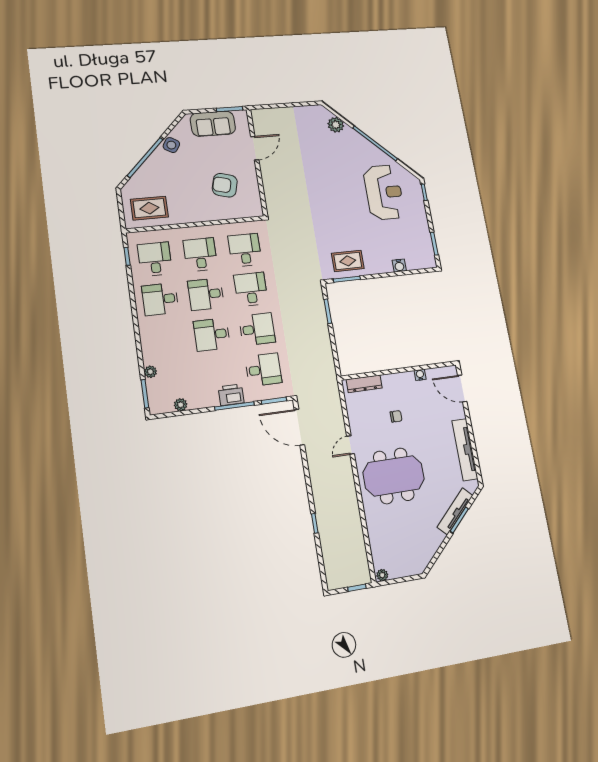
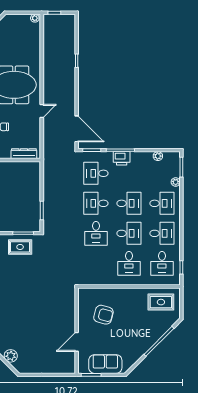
side table: (171, 145) -> (139, 350), removed
desk: (245, 250) -> (162, 203), moved, turned -90

